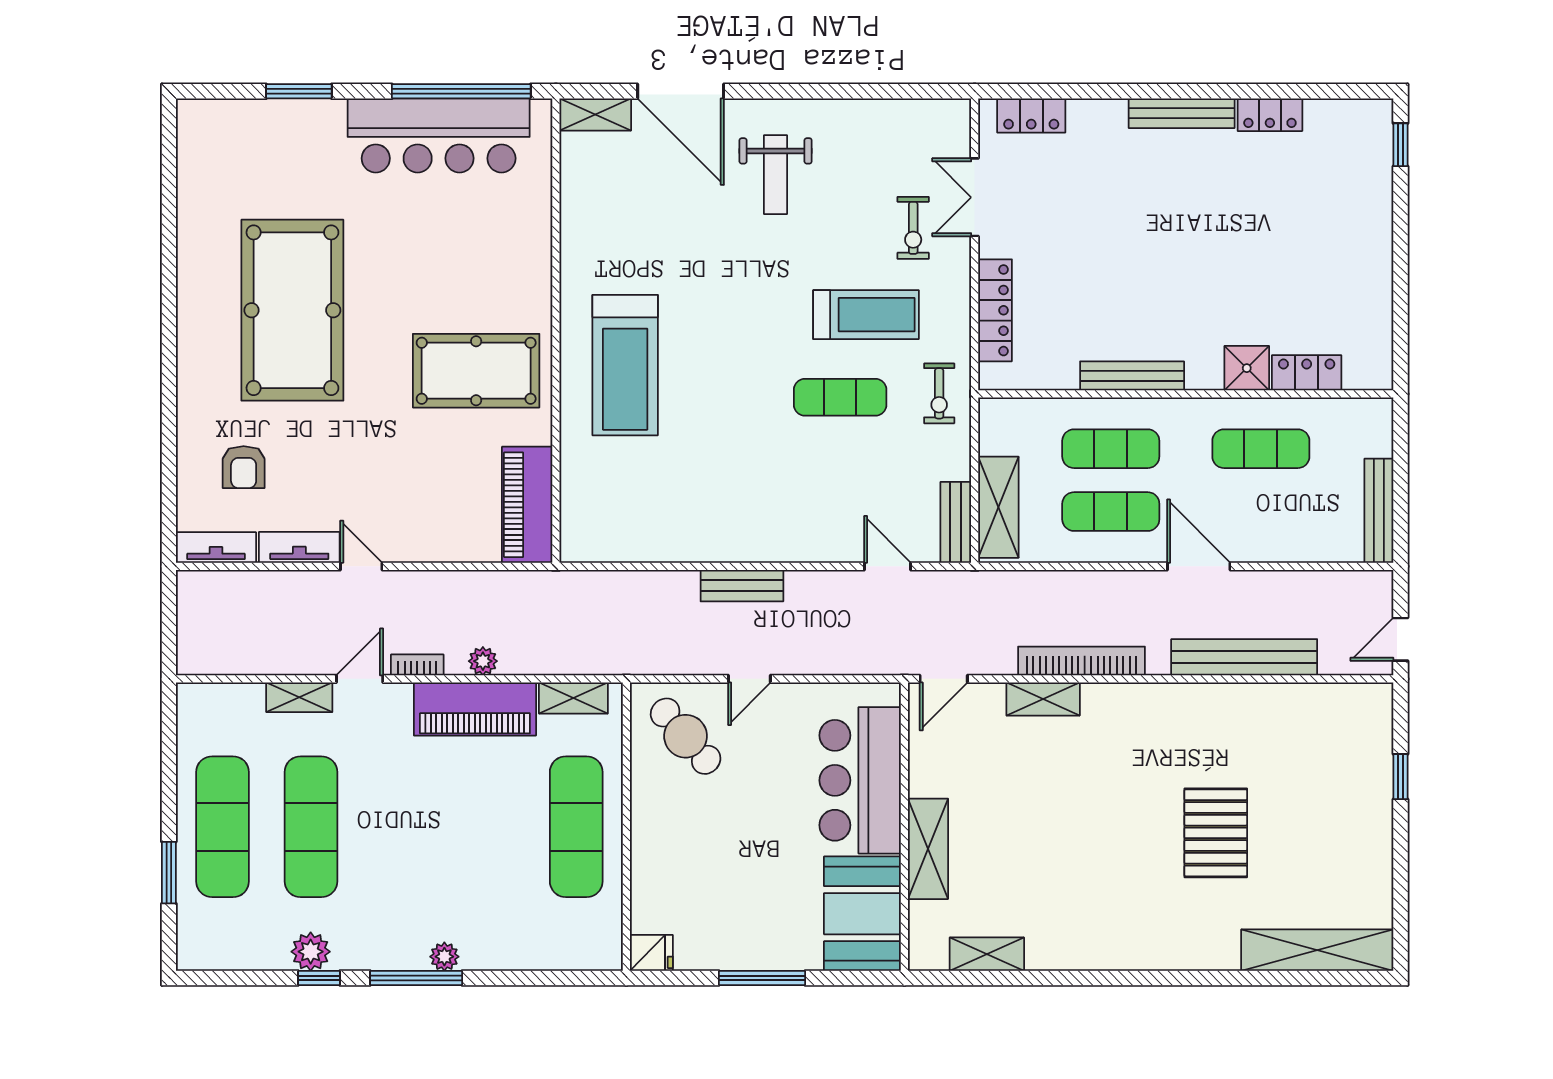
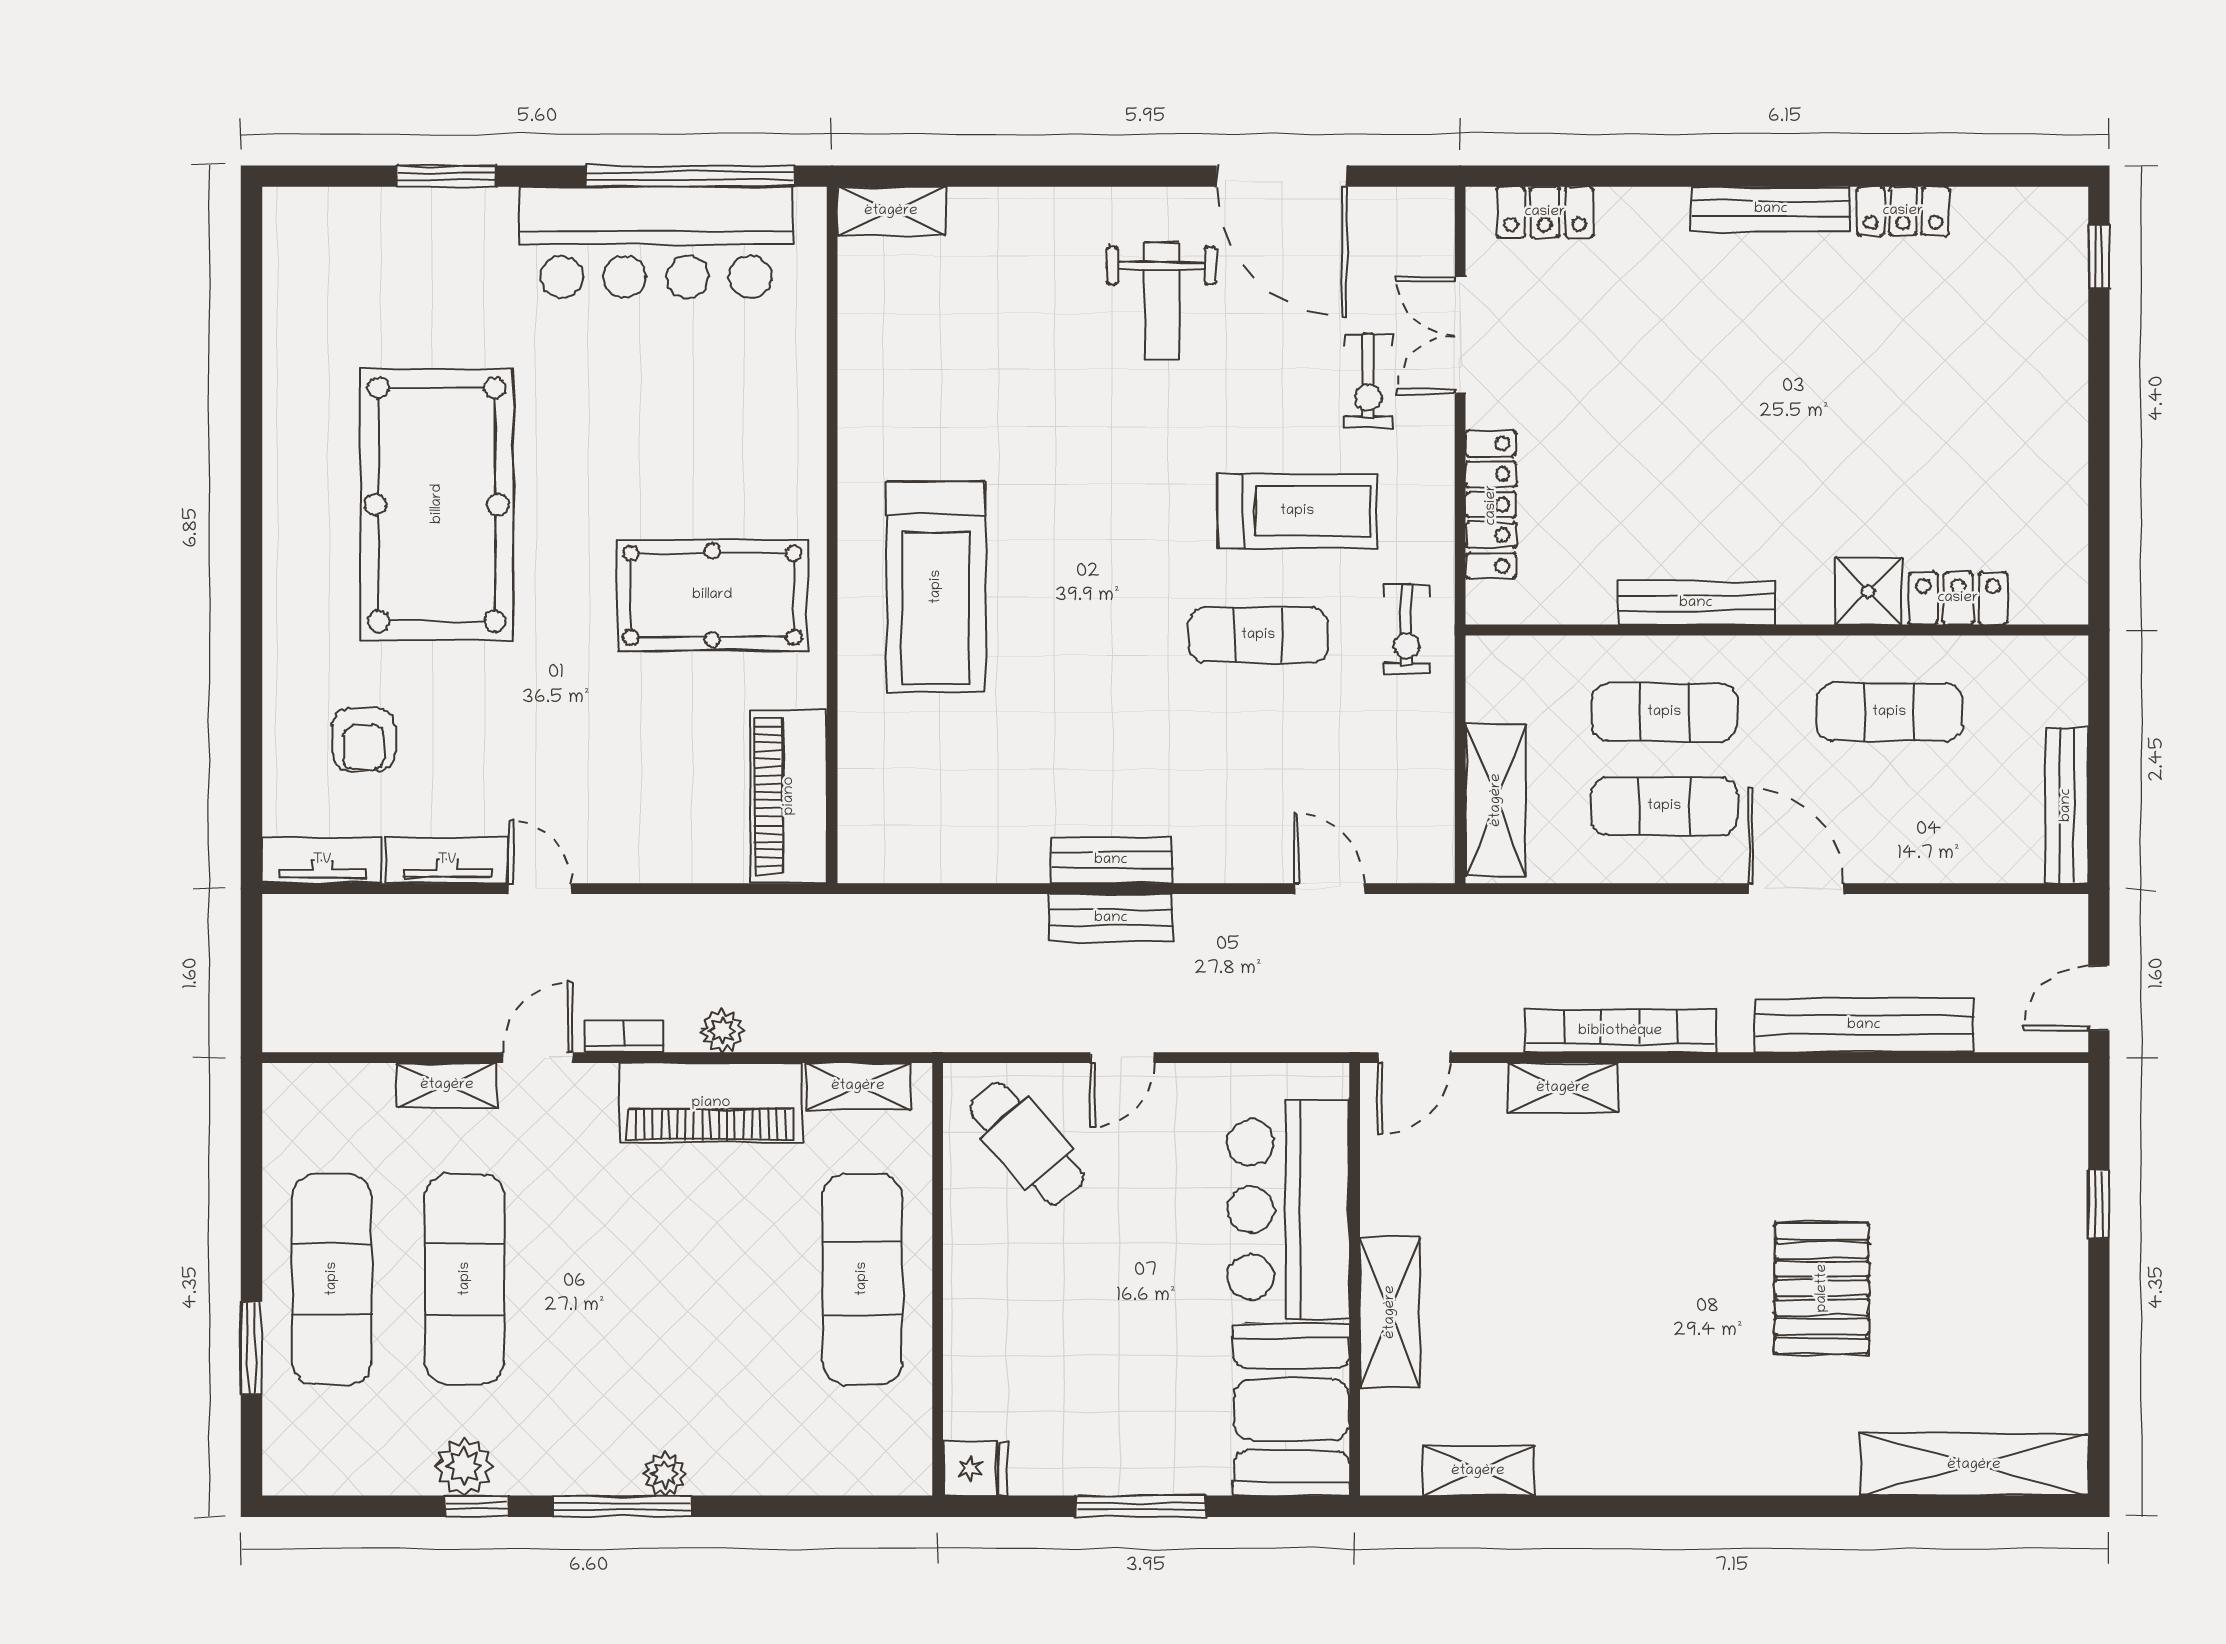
door: (681, 91) -> (1282, 176), moved
bench: (956, 522) -> (1111, 860), moved, turned 90

